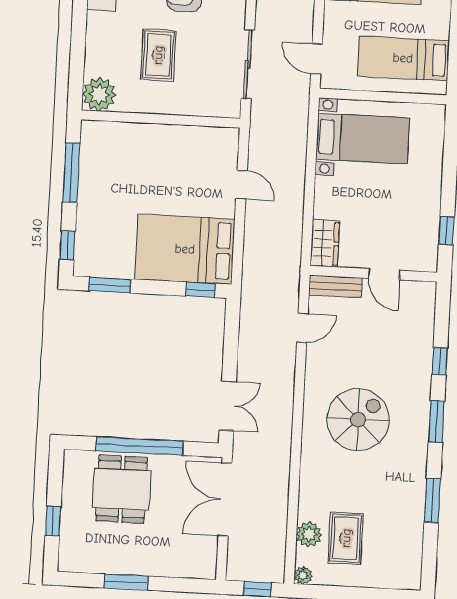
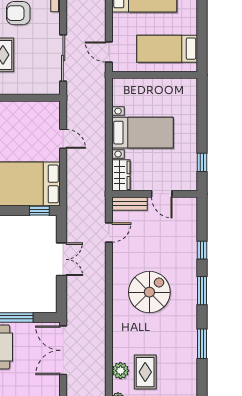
bed with nightstands: (363, 139) -> (143, 133), moved
double door: (228, 406) -> (62, 259), moved

